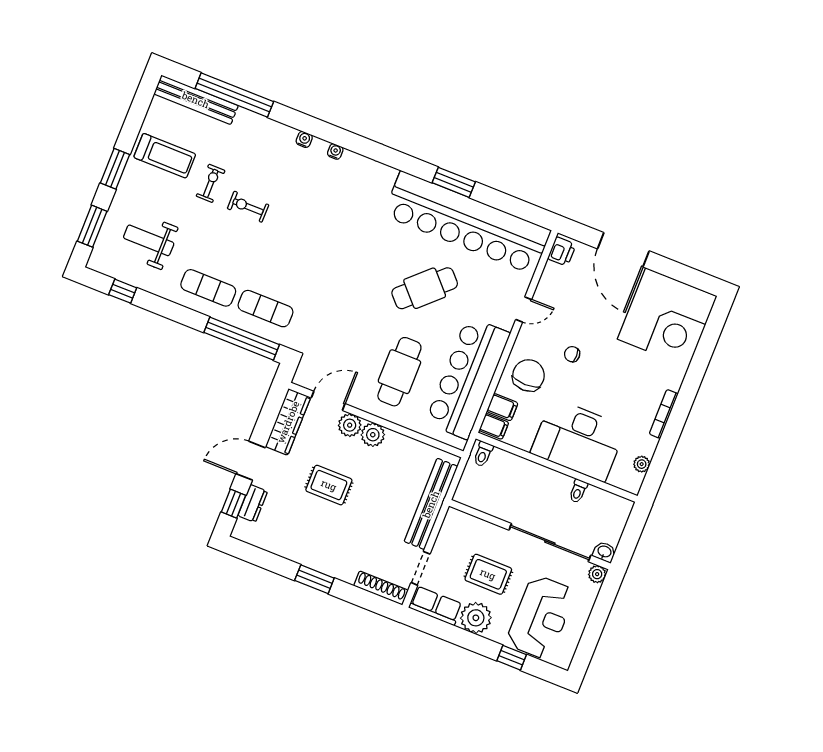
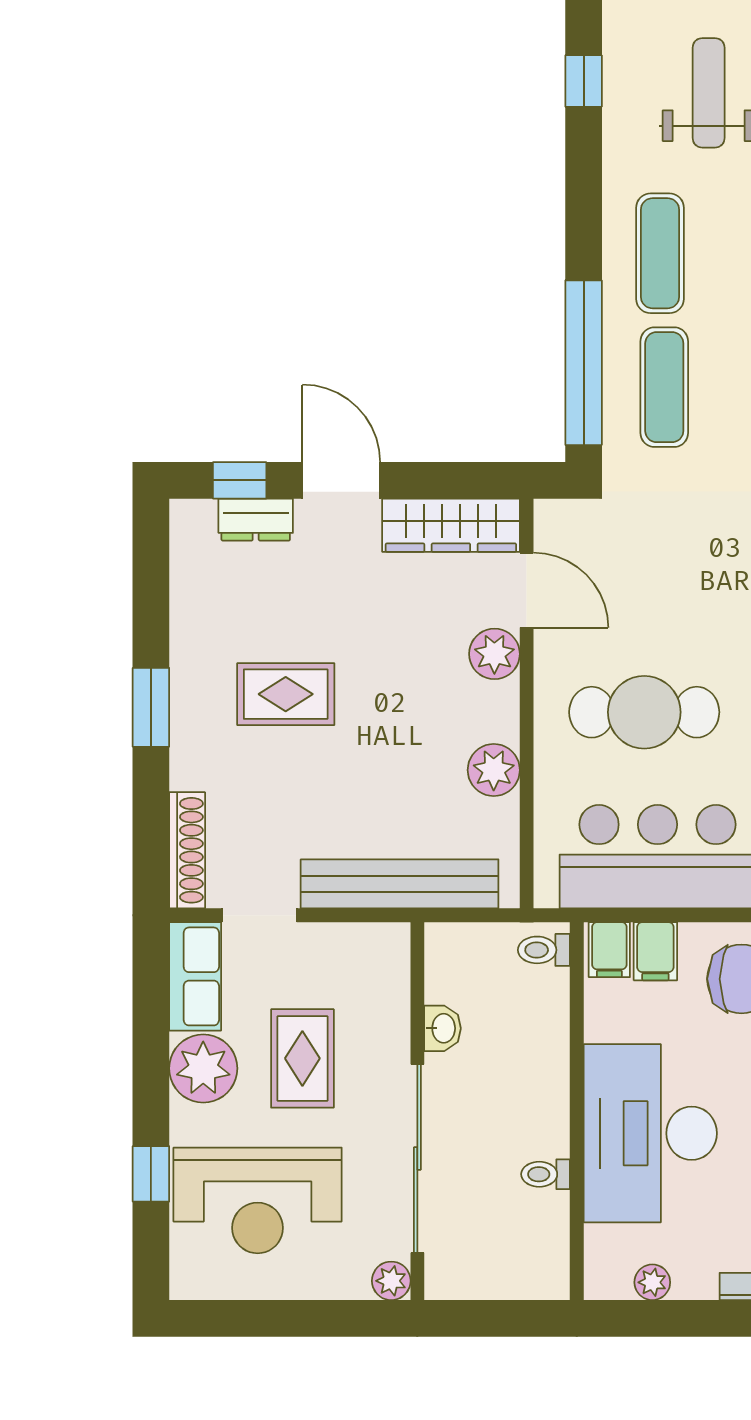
plant: (373, 435) -> (494, 770), moved
rug: (329, 485) -> (286, 694), moved, turned 90
washbasin: (604, 552) -> (443, 1028), moved

